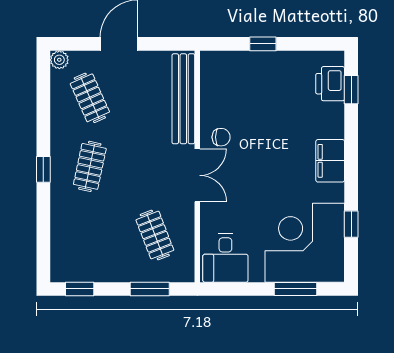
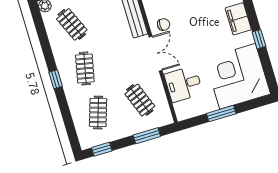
window: (351, 224) -> (259, 39), moved
clothes rail: (90, 235) -> (98, 113), added
desk: (225, 258) -> (184, 84), moved, turned 90
window: (295, 289) -> (221, 114), moved

